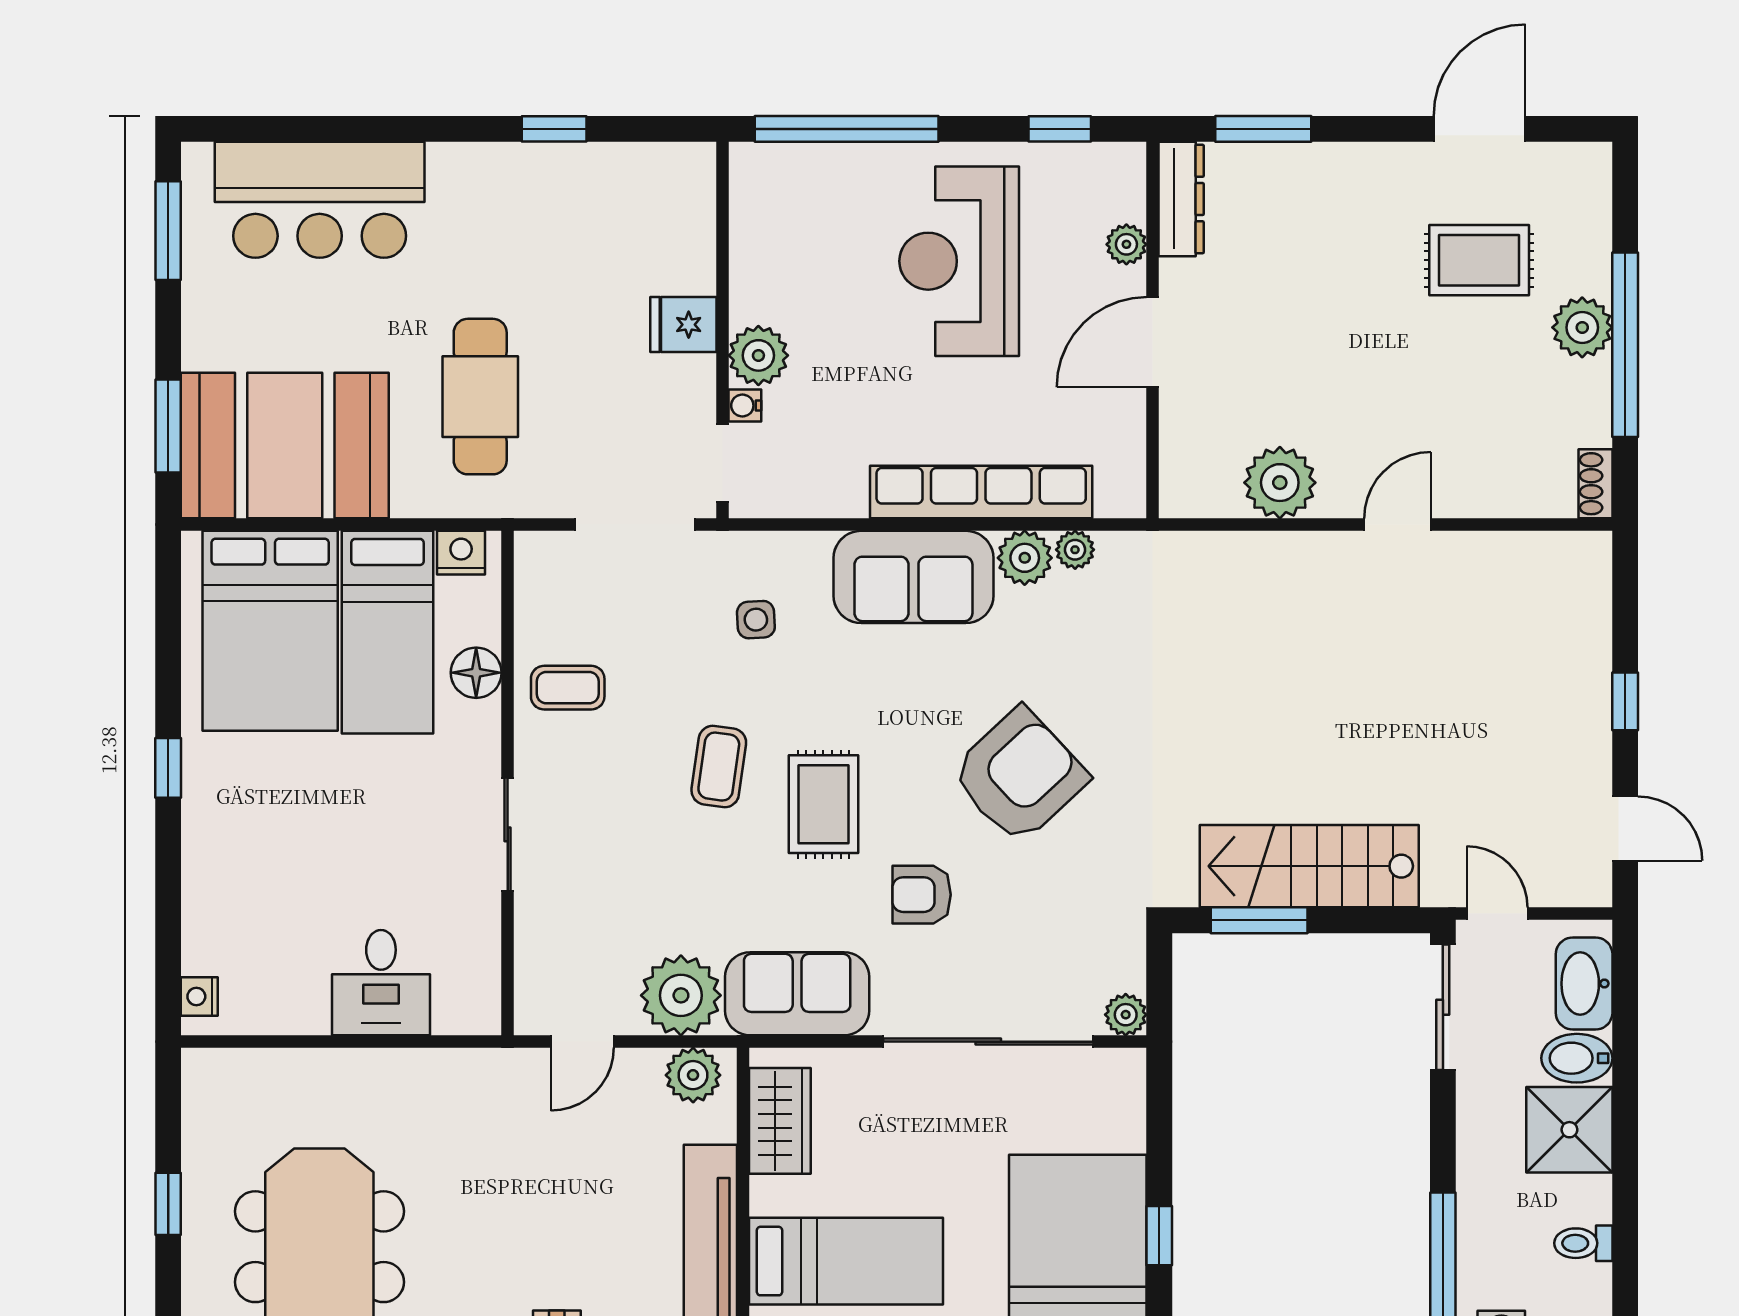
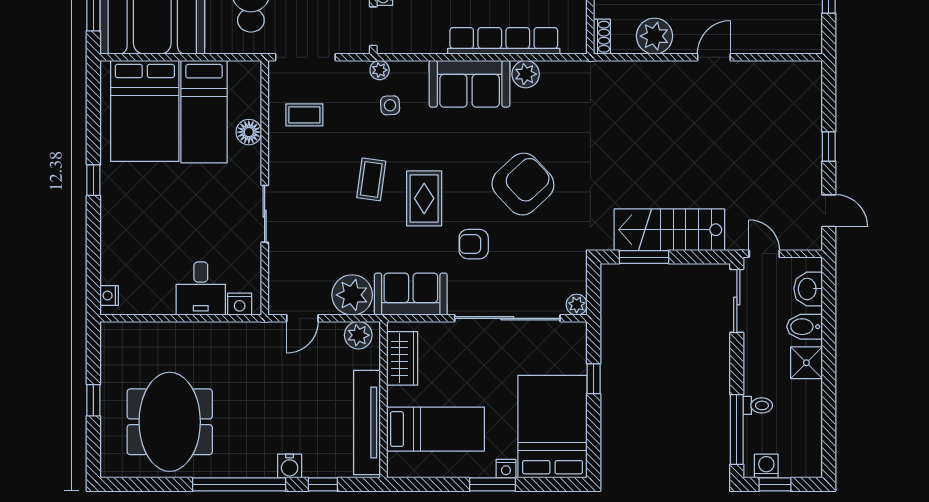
shoe rack: (1595, 484) -> (602, 37), moved, turned 180
doorway: (635, 525) -> (305, 57), moved
plant: (1075, 550) -> (380, 70), moved
nightstand: (461, 553) -> (240, 304), moved, turned 180
coffee table: (568, 688) -> (304, 115), moved
washbasin: (1584, 984) -> (808, 289), width x0.72
shower: (1569, 1130) -> (806, 363), width x0.73, depth x0.73
window: (1159, 1236) -> (594, 379), moved
toilet: (1583, 1243) -> (758, 405), moved, turned 180

